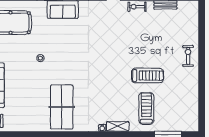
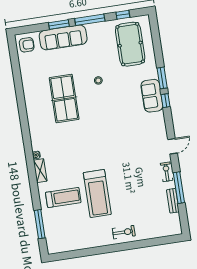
treadmill: (147, 75) -> (97, 193), width x1.37, depth x1.37
table tennis table: (62, 107) -> (64, 99), moved, turned 90

